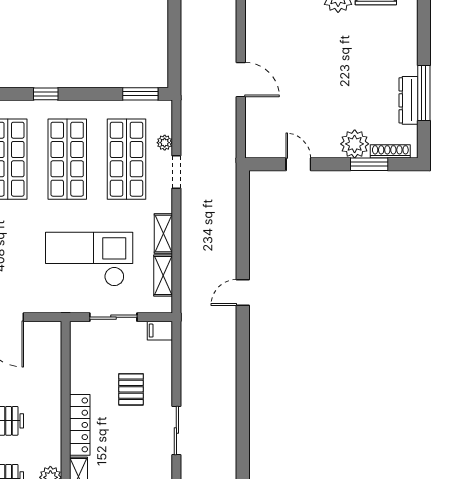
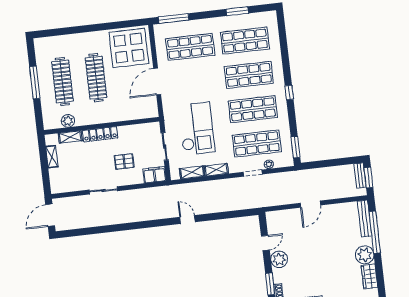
plant: (355, 144) -> (279, 259), moved
filing cabinet: (160, 331) -> (155, 175), width x2.00

